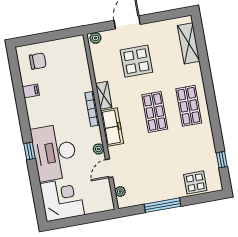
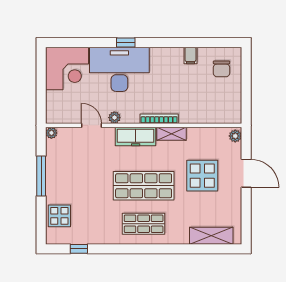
shop shelf: (155, 112) -> (144, 186), width x1.43, depth x1.36
plant: (120, 191) -> (51, 133), moved

